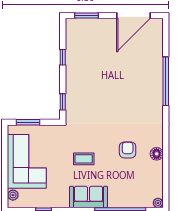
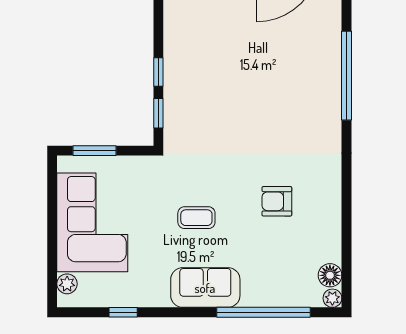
window: (63, 57) -> (158, 72), moved
armchair: (128, 150) -> (277, 201), turned -90
floor lamp: (157, 154) -> (330, 275), moved

